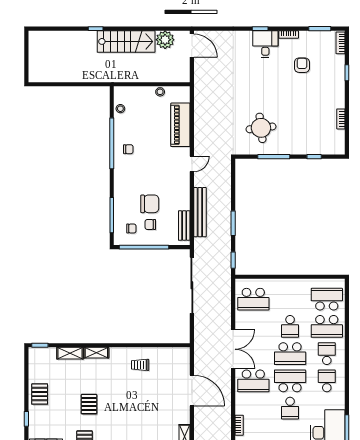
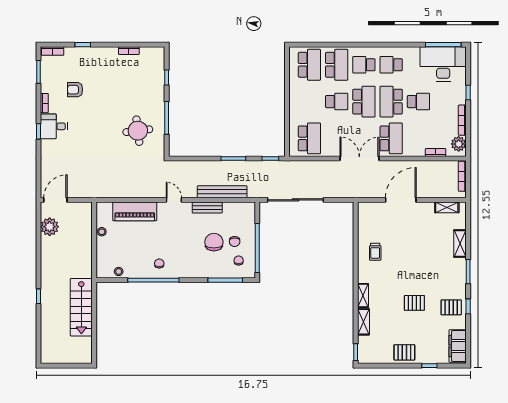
stairs: (126, 41) -> (81, 307), moved, turned 180
bench: (184, 226) -> (207, 208), moved
school desk: (327, 299) -> (309, 65), turned 180

